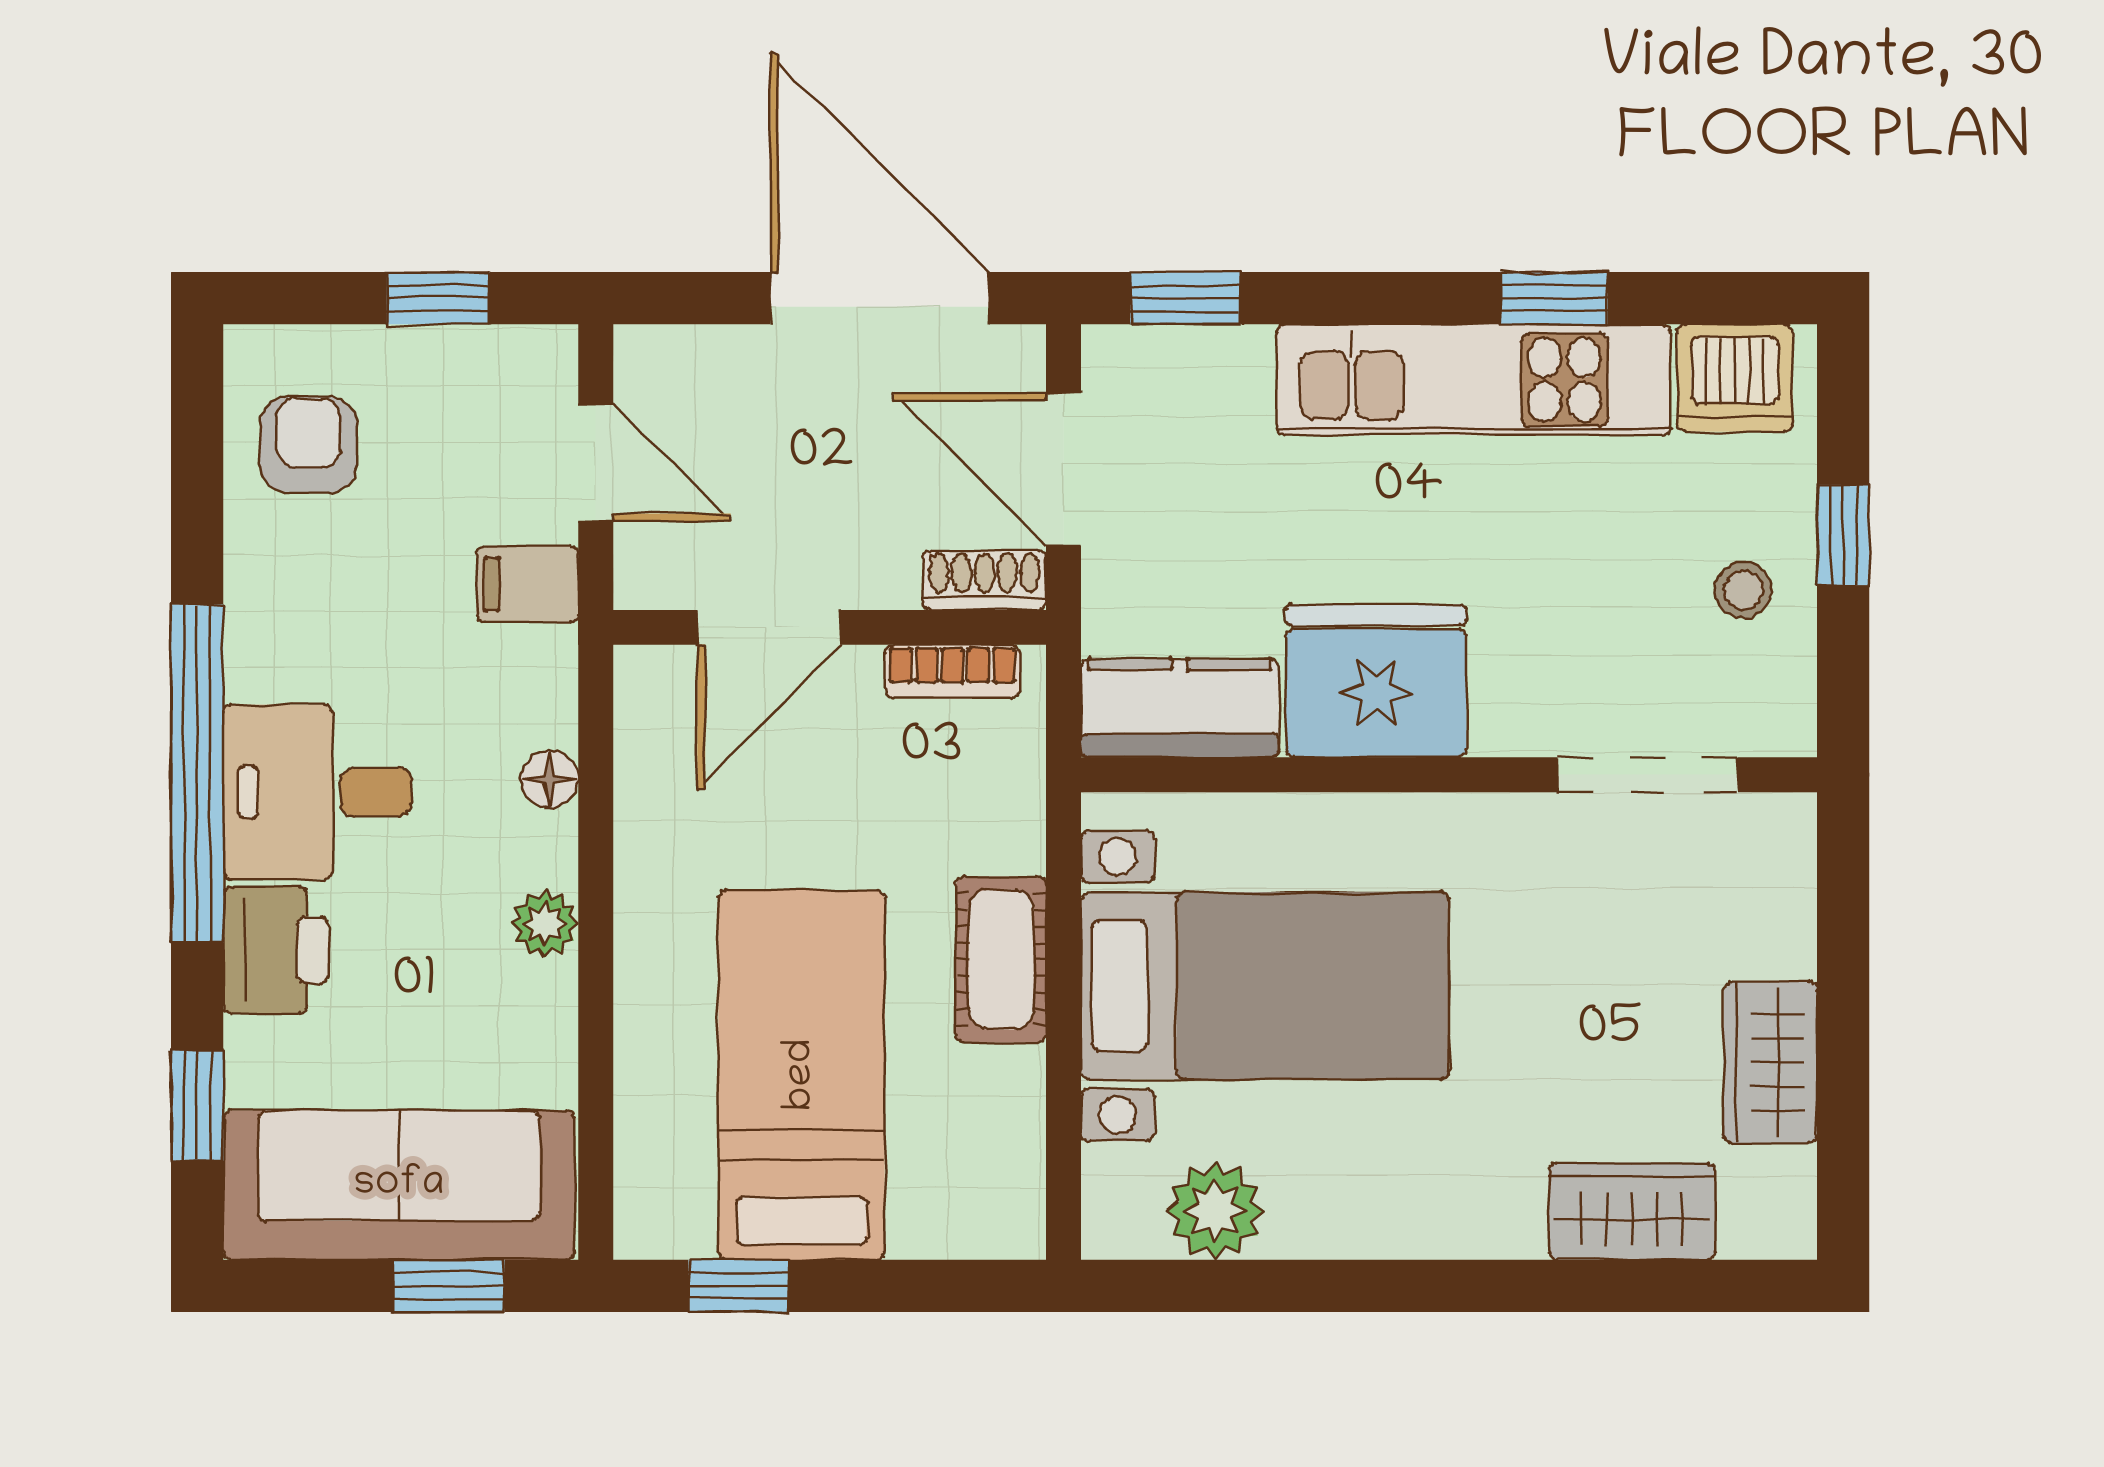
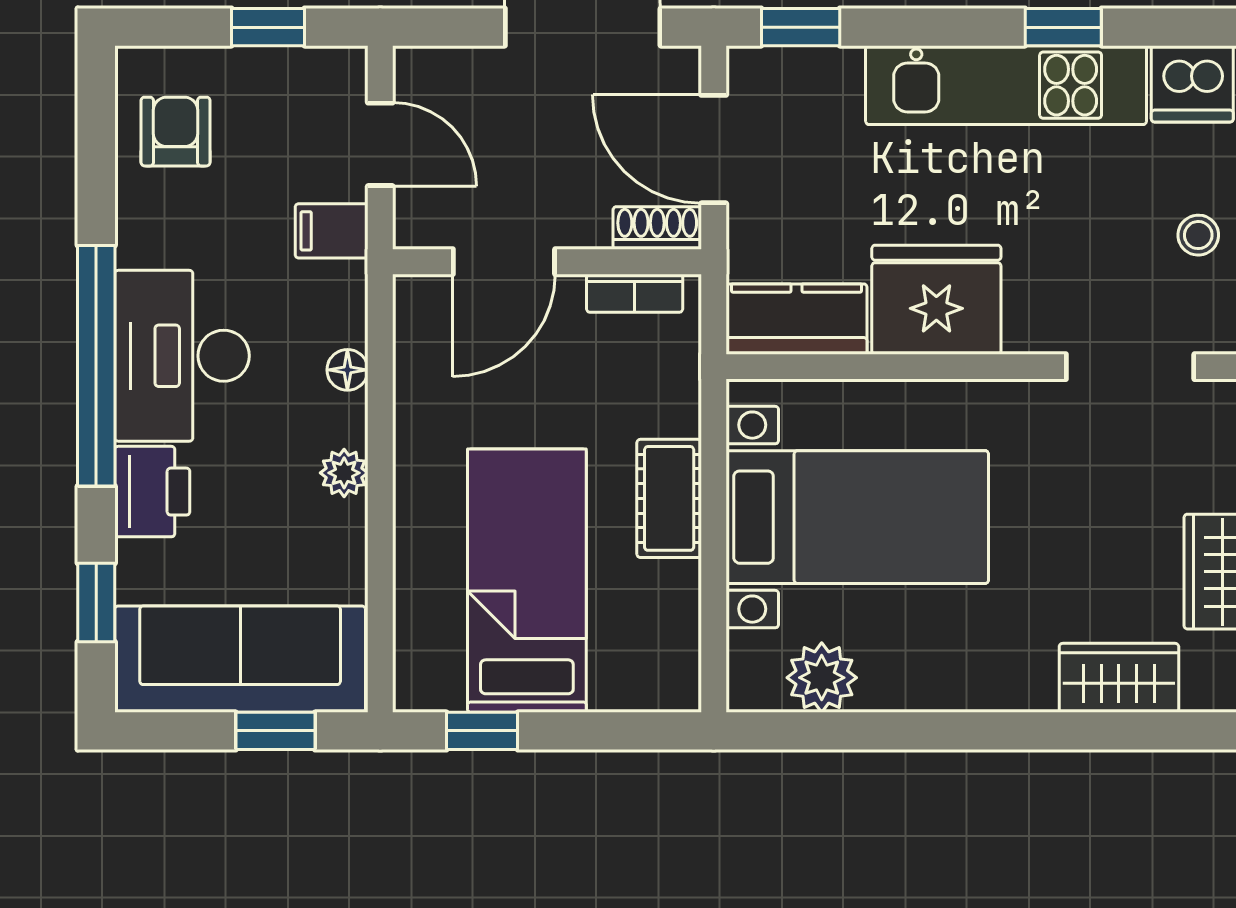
desk: (318, 792) -> (182, 356), width x1.37

